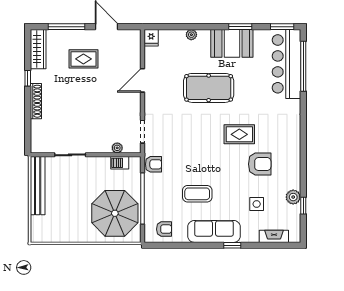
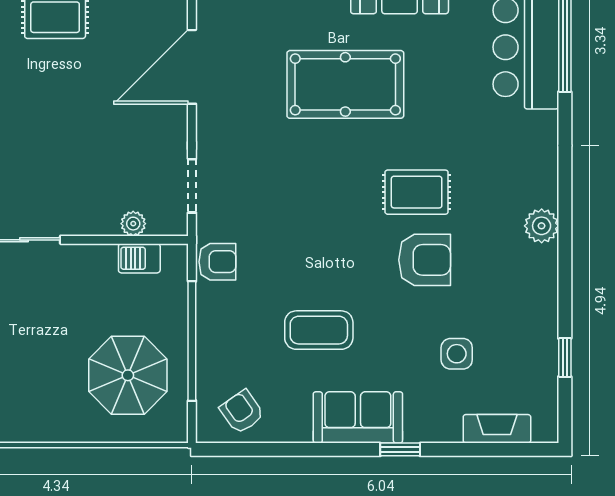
door: (142, 80) -> (192, 67), width x1.36
armchair: (260, 164) -> (425, 260), moved
plant: (293, 197) -> (542, 226), moved
parasol: (115, 213) -> (128, 375), width x0.73, depth x0.73
armchair: (164, 229) -> (242, 412), turned -125
sofa: (214, 231) -> (358, 417), width x0.73

